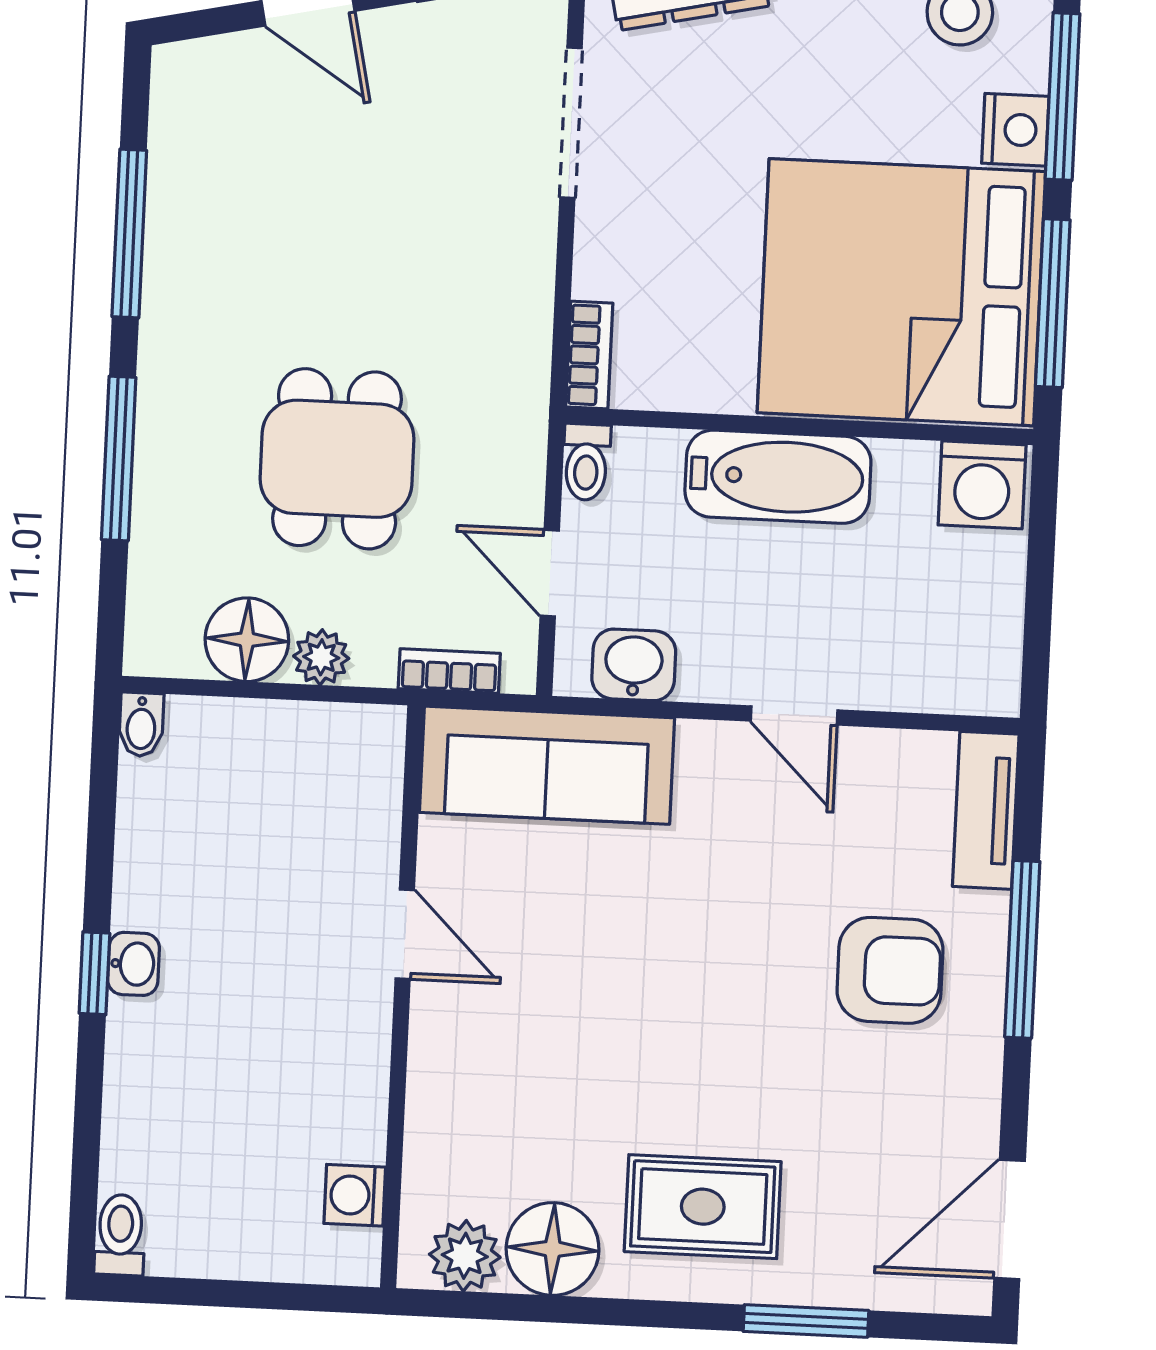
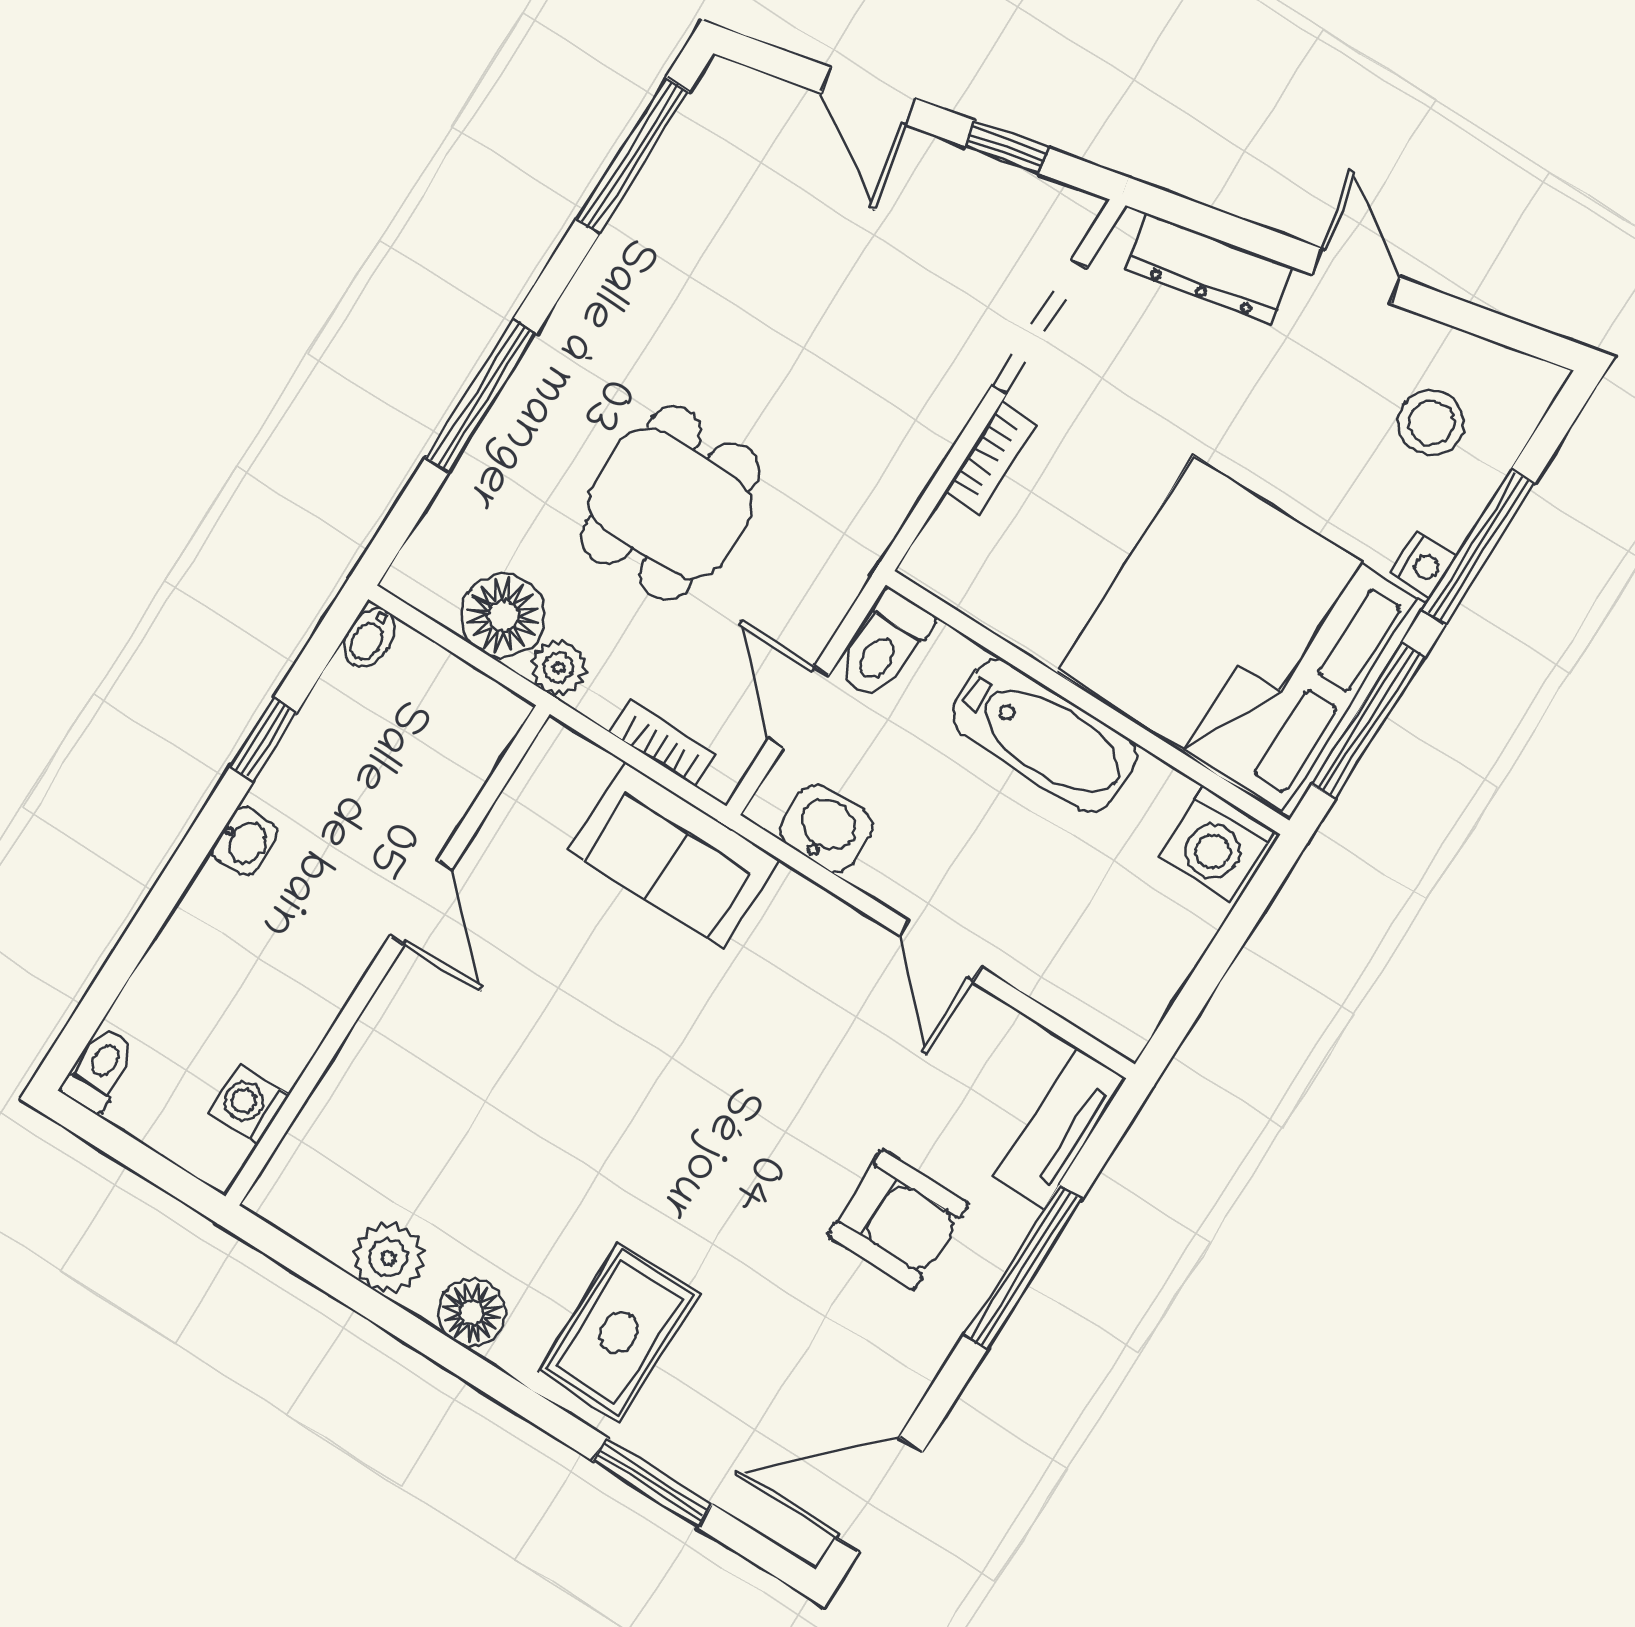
nightstand: (1015, 130) -> (1423, 565), width x0.72, depth x0.74
window: (129, 234) -> (633, 155), moved
bookcase: (589, 355) -> (991, 458), moved
toilet: (586, 462) -> (885, 646), width x1.37, depth x1.39
sofa: (547, 765) -> (673, 855), width x0.73
door: (405, 934) -> (421, 902), moved
window: (94, 973) -> (264, 739), moved
wall: (402, 997) -> (388, 955), moved
washing machine: (355, 1195) -> (249, 1104), moved
rug: (703, 1207) -> (619, 1332), turned 90
floor lamp: (553, 1249) -> (472, 1313), width x0.73, depth x0.73

